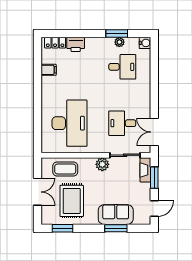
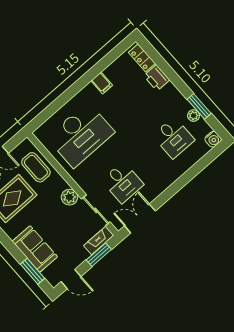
filing cabinet: (49, 70) -> (102, 83), moved
desk: (122, 123) -> (123, 182), turned 180
window: (116, 228) -> (32, 271), moved

